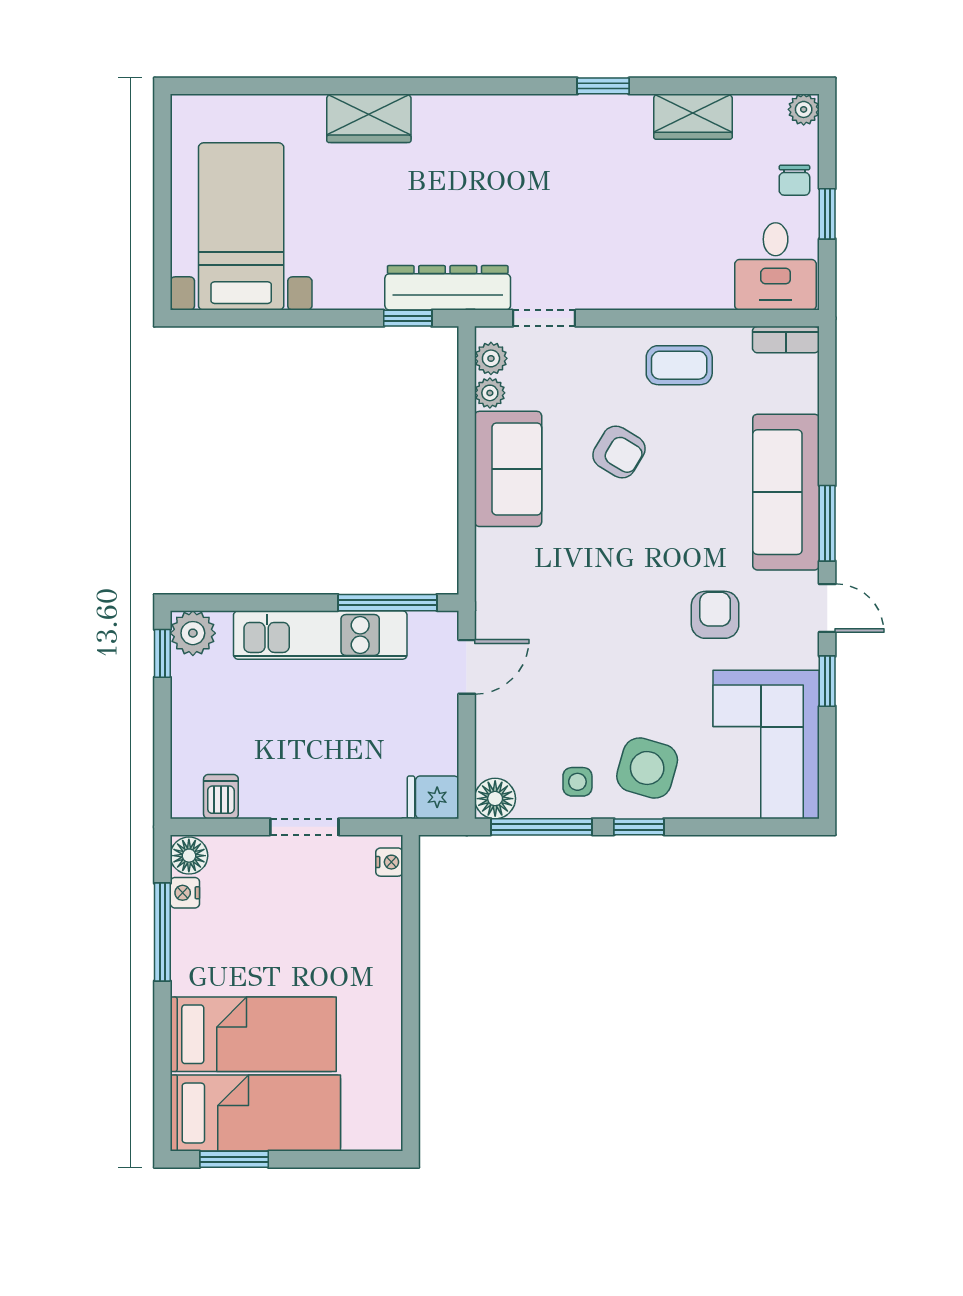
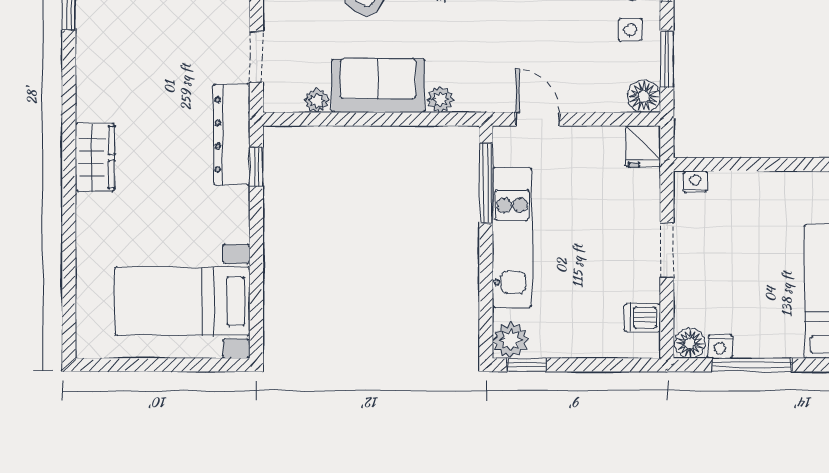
wardrobe: (369, 118) -> (95, 157), moved
plant: (491, 358) -> (440, 100), moved
window: (541, 827) -> (667, 59), width x0.69

